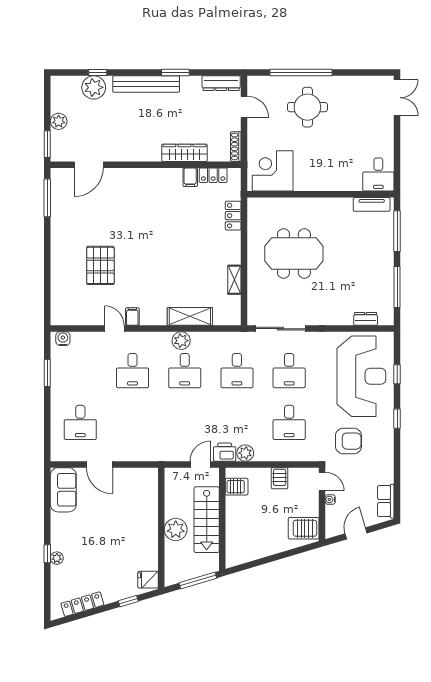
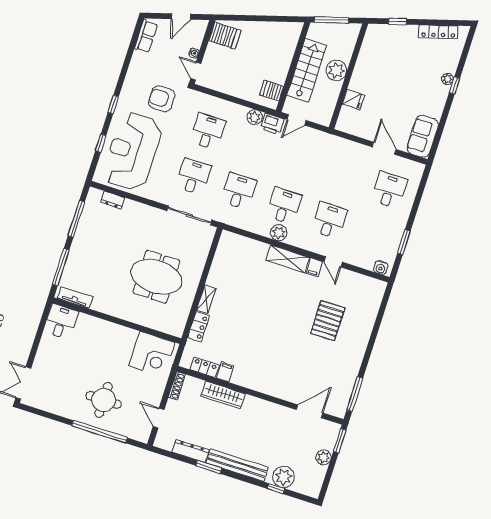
dresser: (221, 83) -> (190, 451), moved
shelving: (234, 280) -> (206, 299), moved
shelving: (190, 316) -> (288, 259), moved
server rack: (280, 478) -> (232, 86), removed
fridge: (148, 580) -> (353, 100), moved

